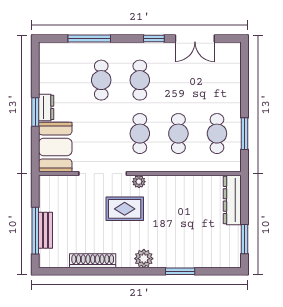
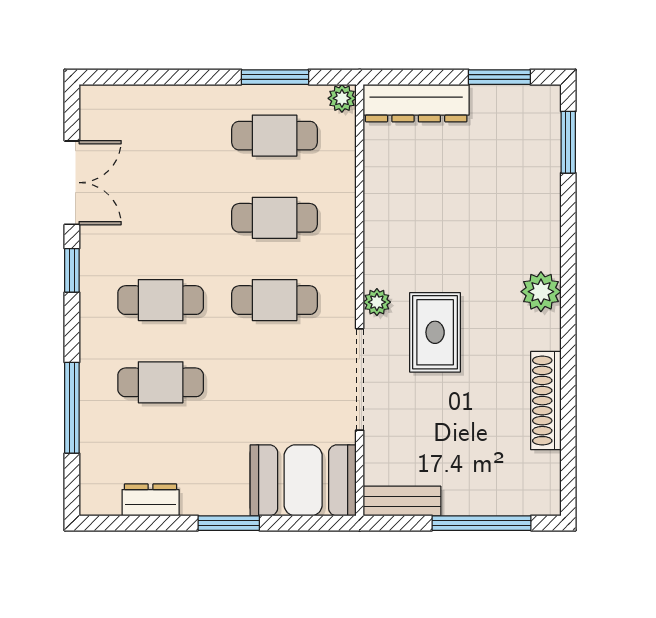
dresser: (46, 107) -> (151, 500), moved
plant: (234, 165) -> (342, 98), added
bench: (46, 230) -> (402, 501), moved
window: (180, 271) -> (568, 142), moved

